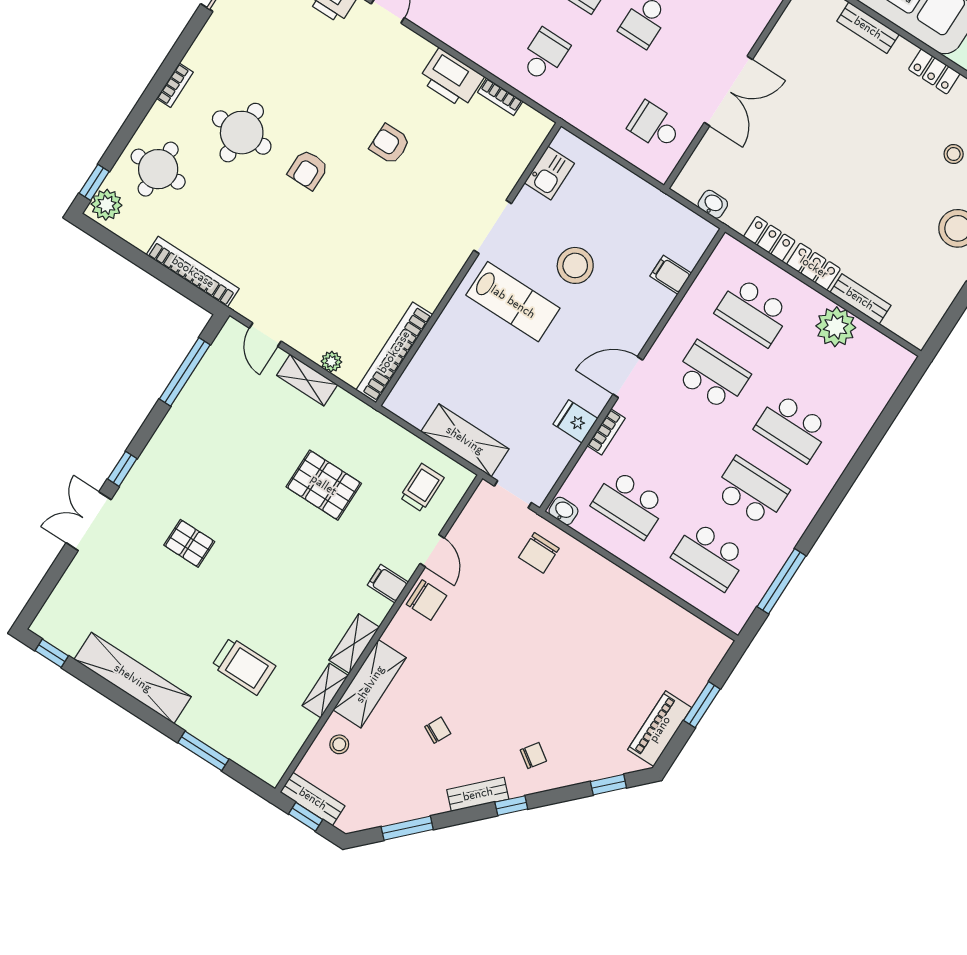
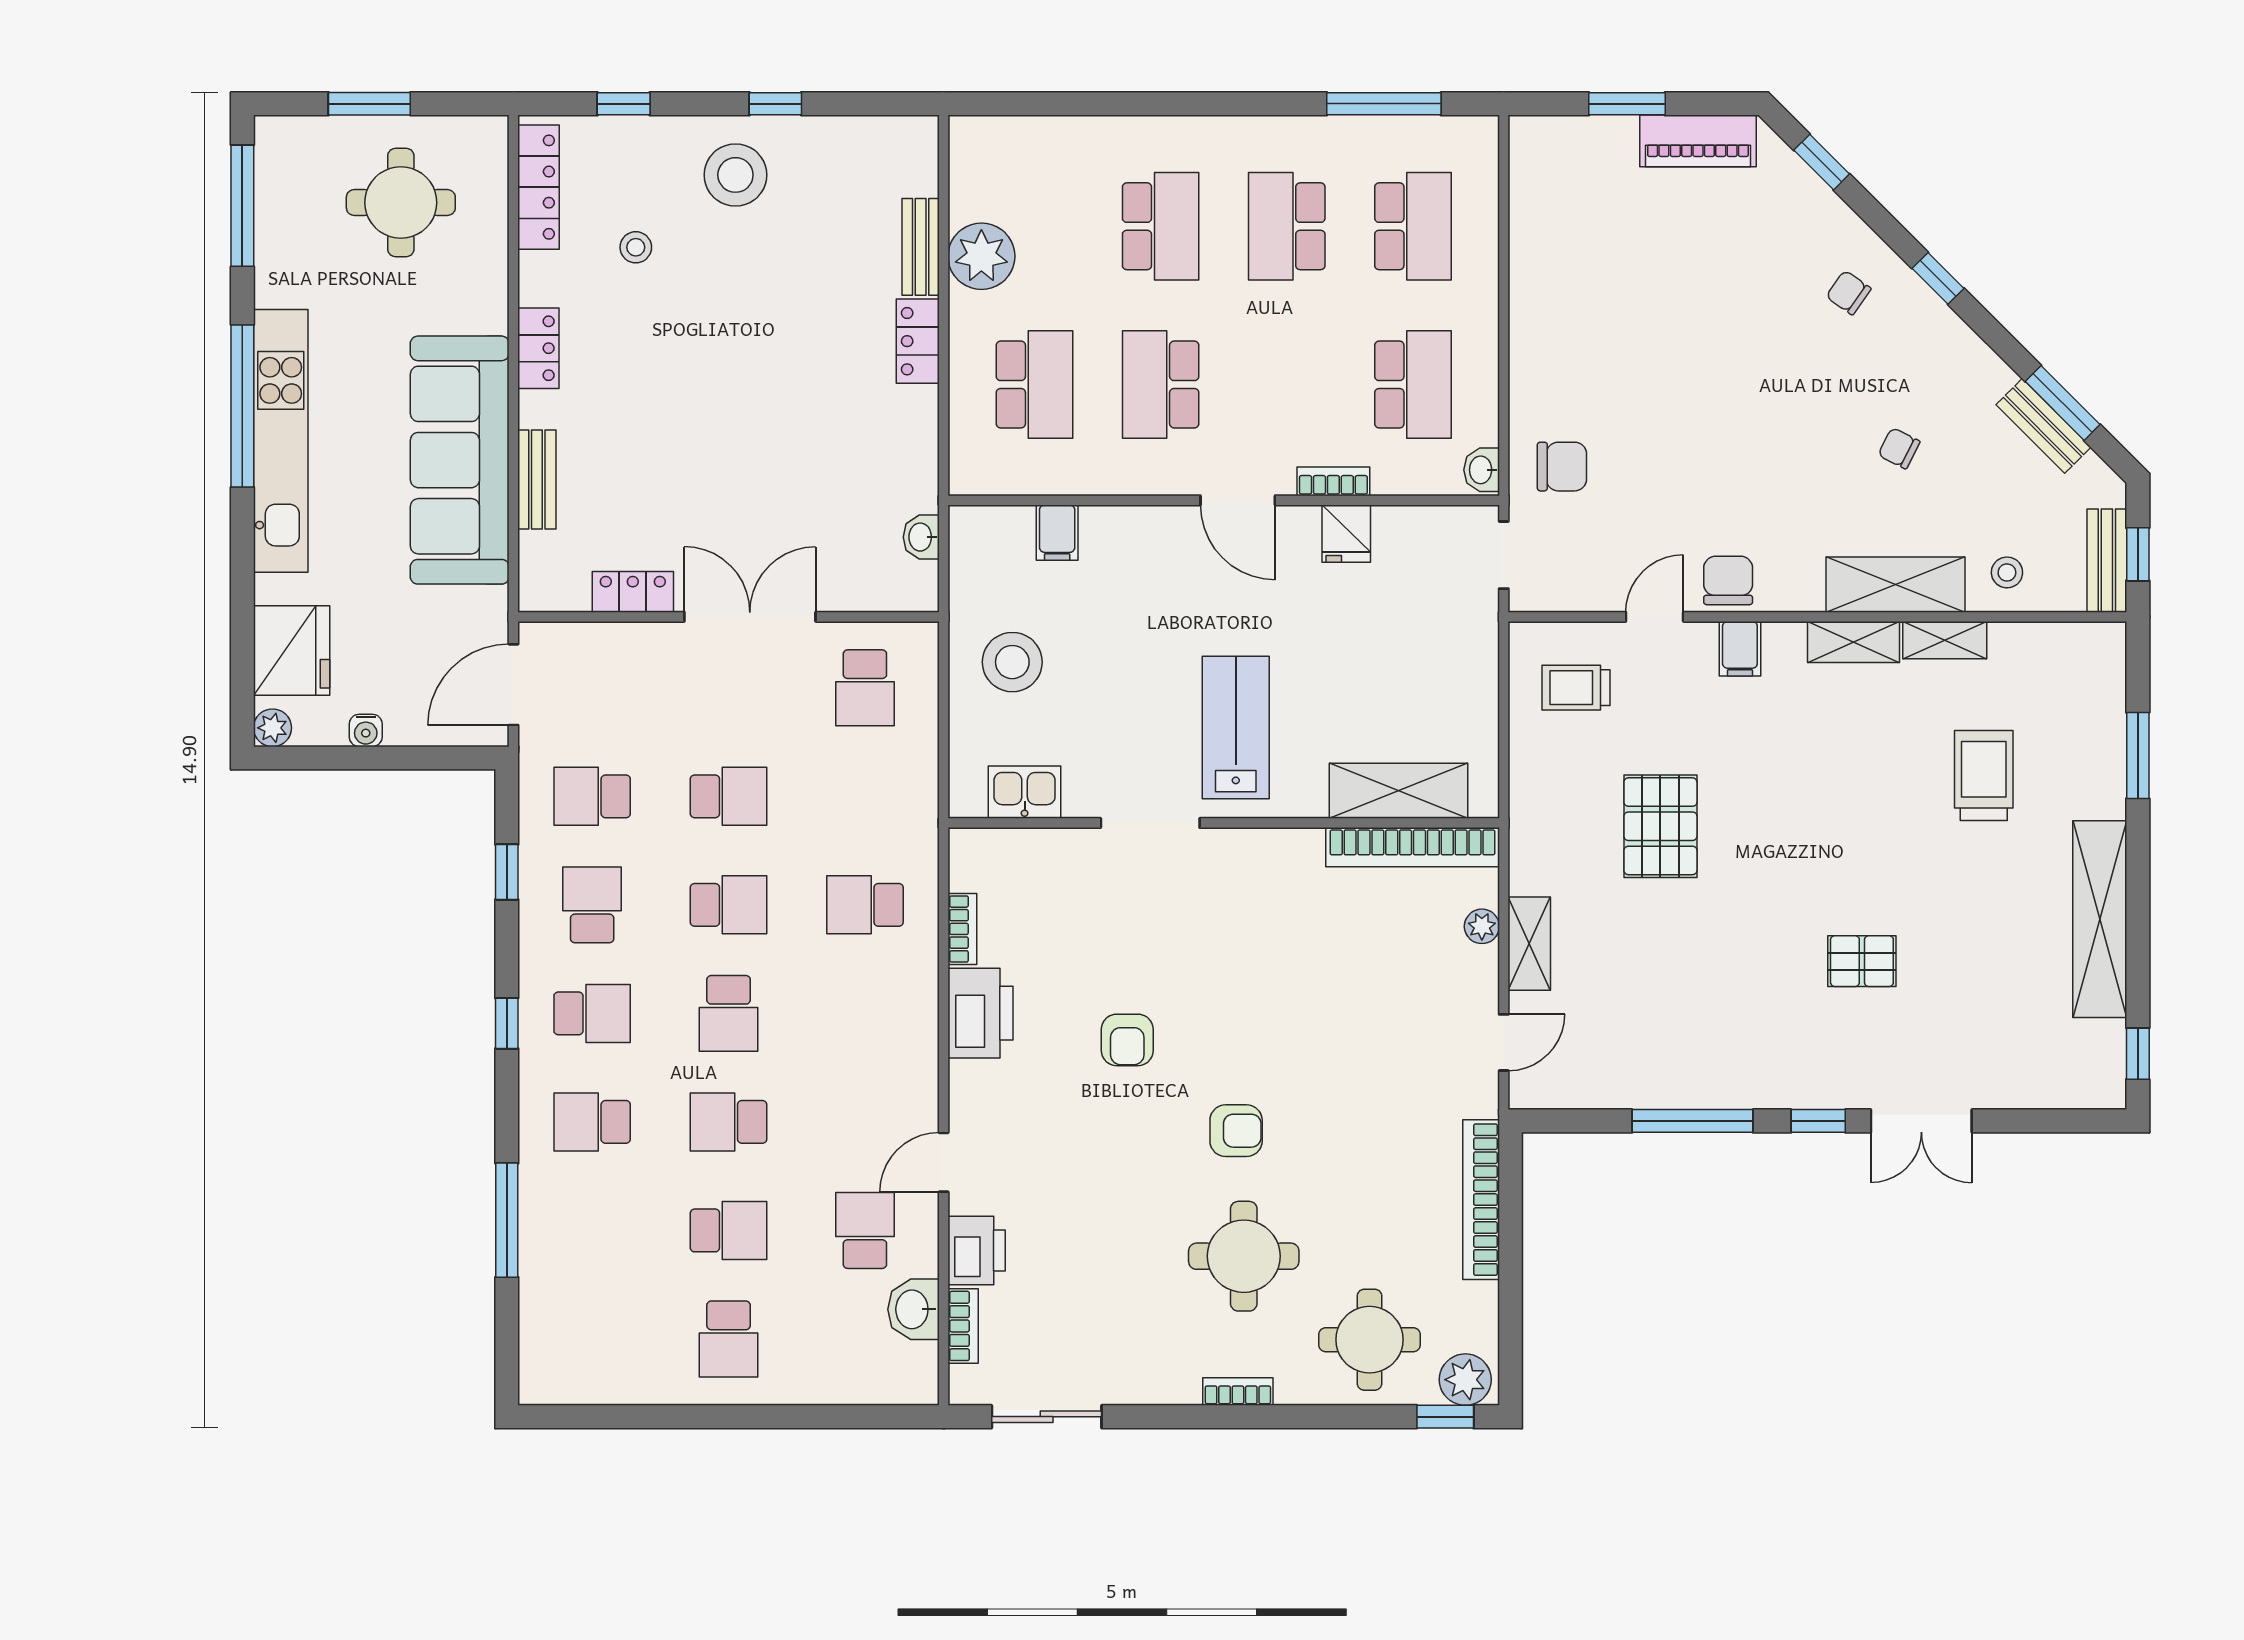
locker: (769, 239) -> (633, 592), moved, turned 90
stool: (575, 265) -> (1012, 662), moved
window: (185, 372) -> (1693, 1121), moved
shelving: (465, 440) -> (1398, 791), moved, turned 90
pallet: (189, 543) -> (1862, 961), turned 90
bench: (478, 794) -> (2043, 426), moved

